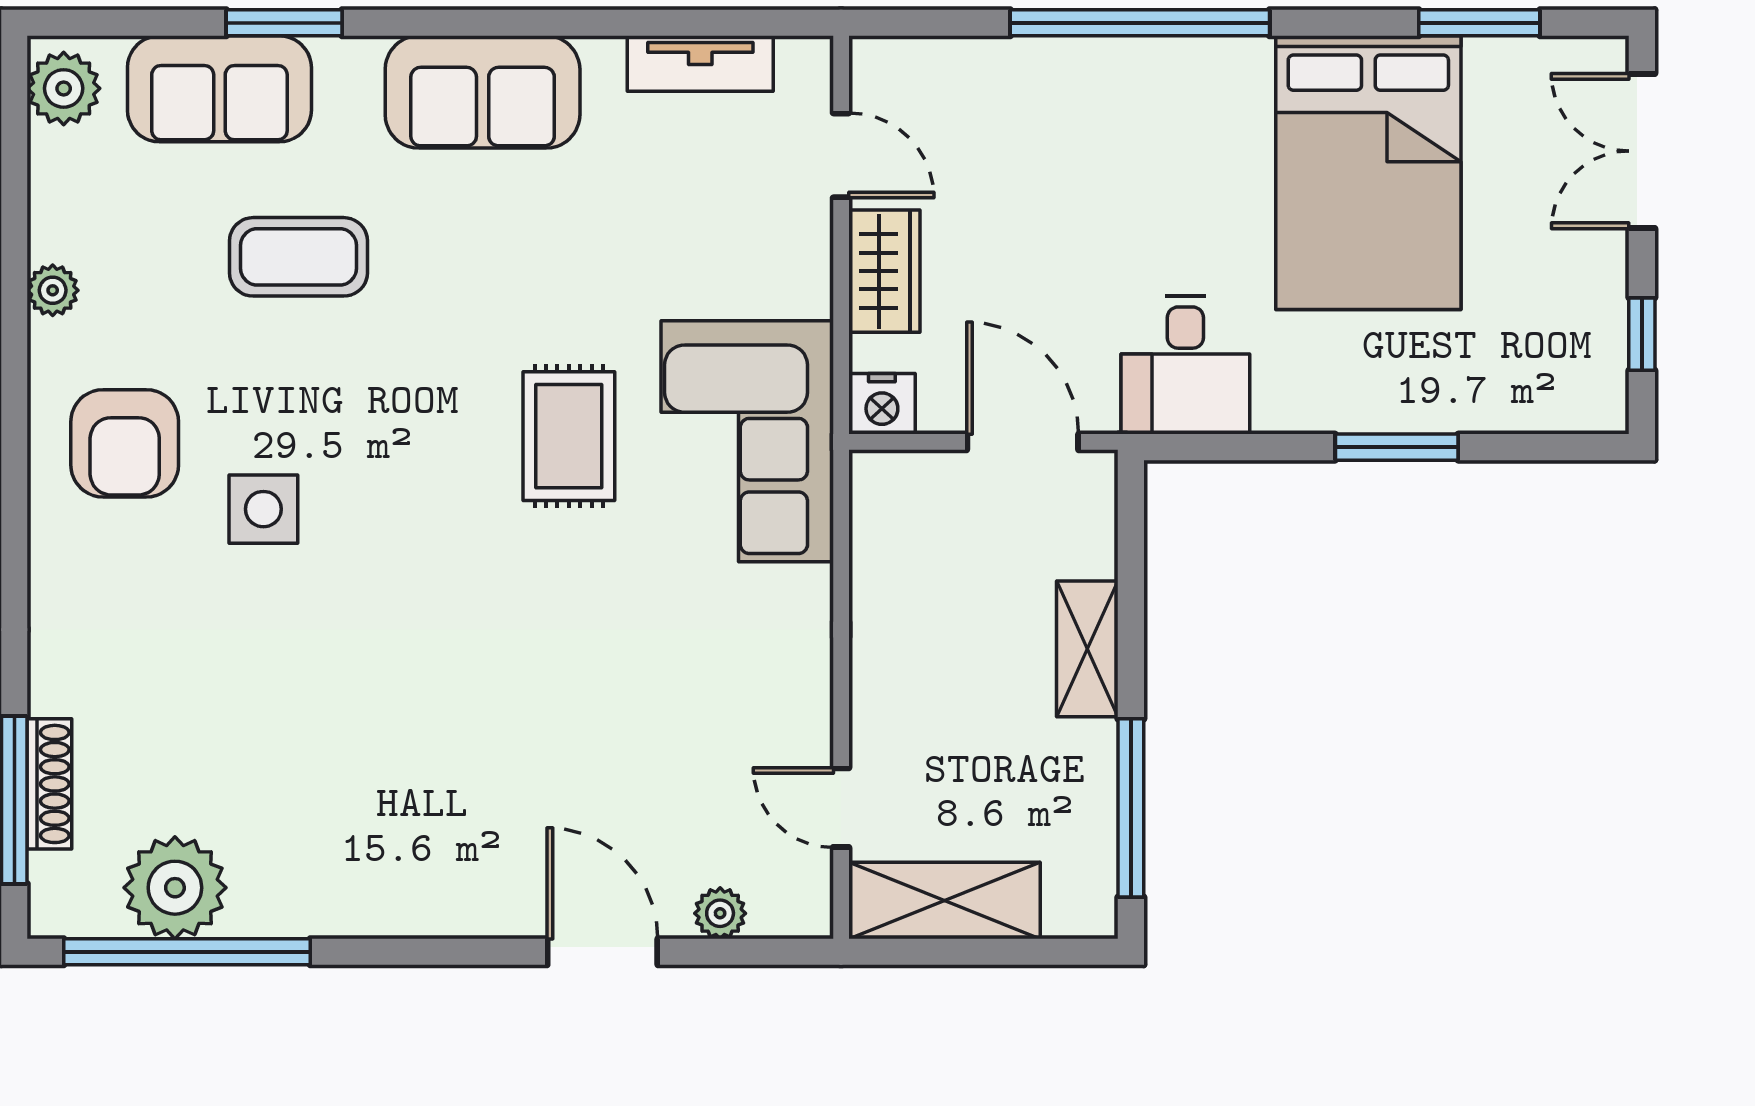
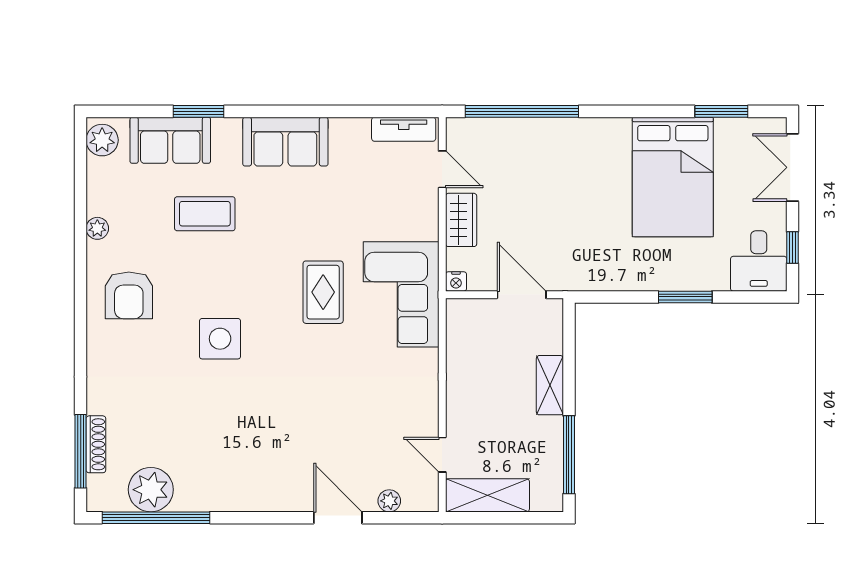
window: (1140, 23) -> (522, 111), moved
tv unit: (700, 64) -> (404, 129), moved
desk: (1185, 365) -> (759, 261), moved
nightstand: (882, 404) -> (456, 281), width x0.72, depth x0.74
side table: (263, 509) -> (220, 339), moved, width x1.37, depth x1.37

